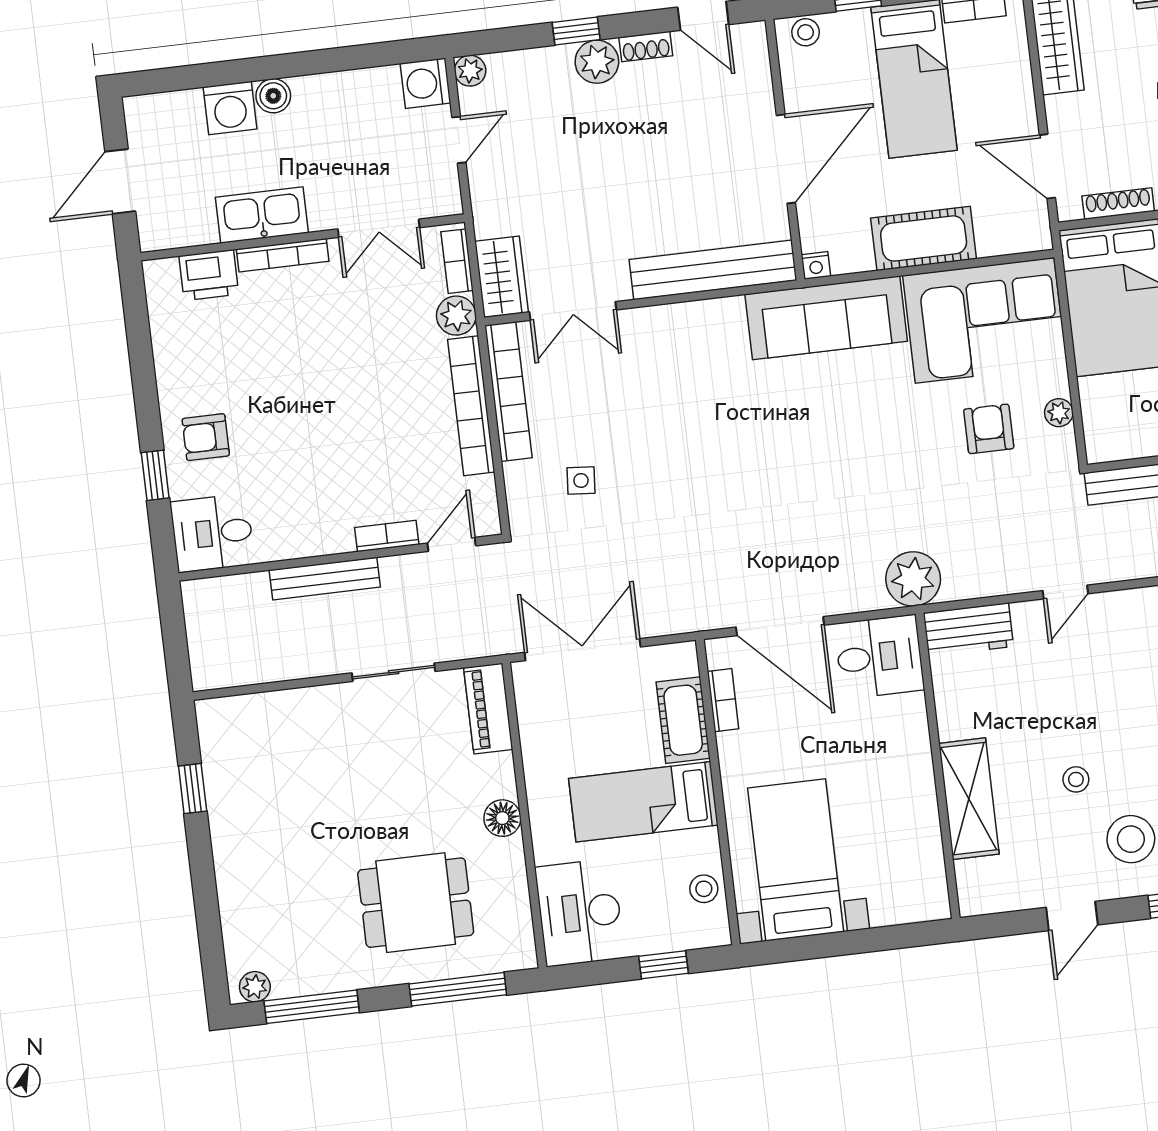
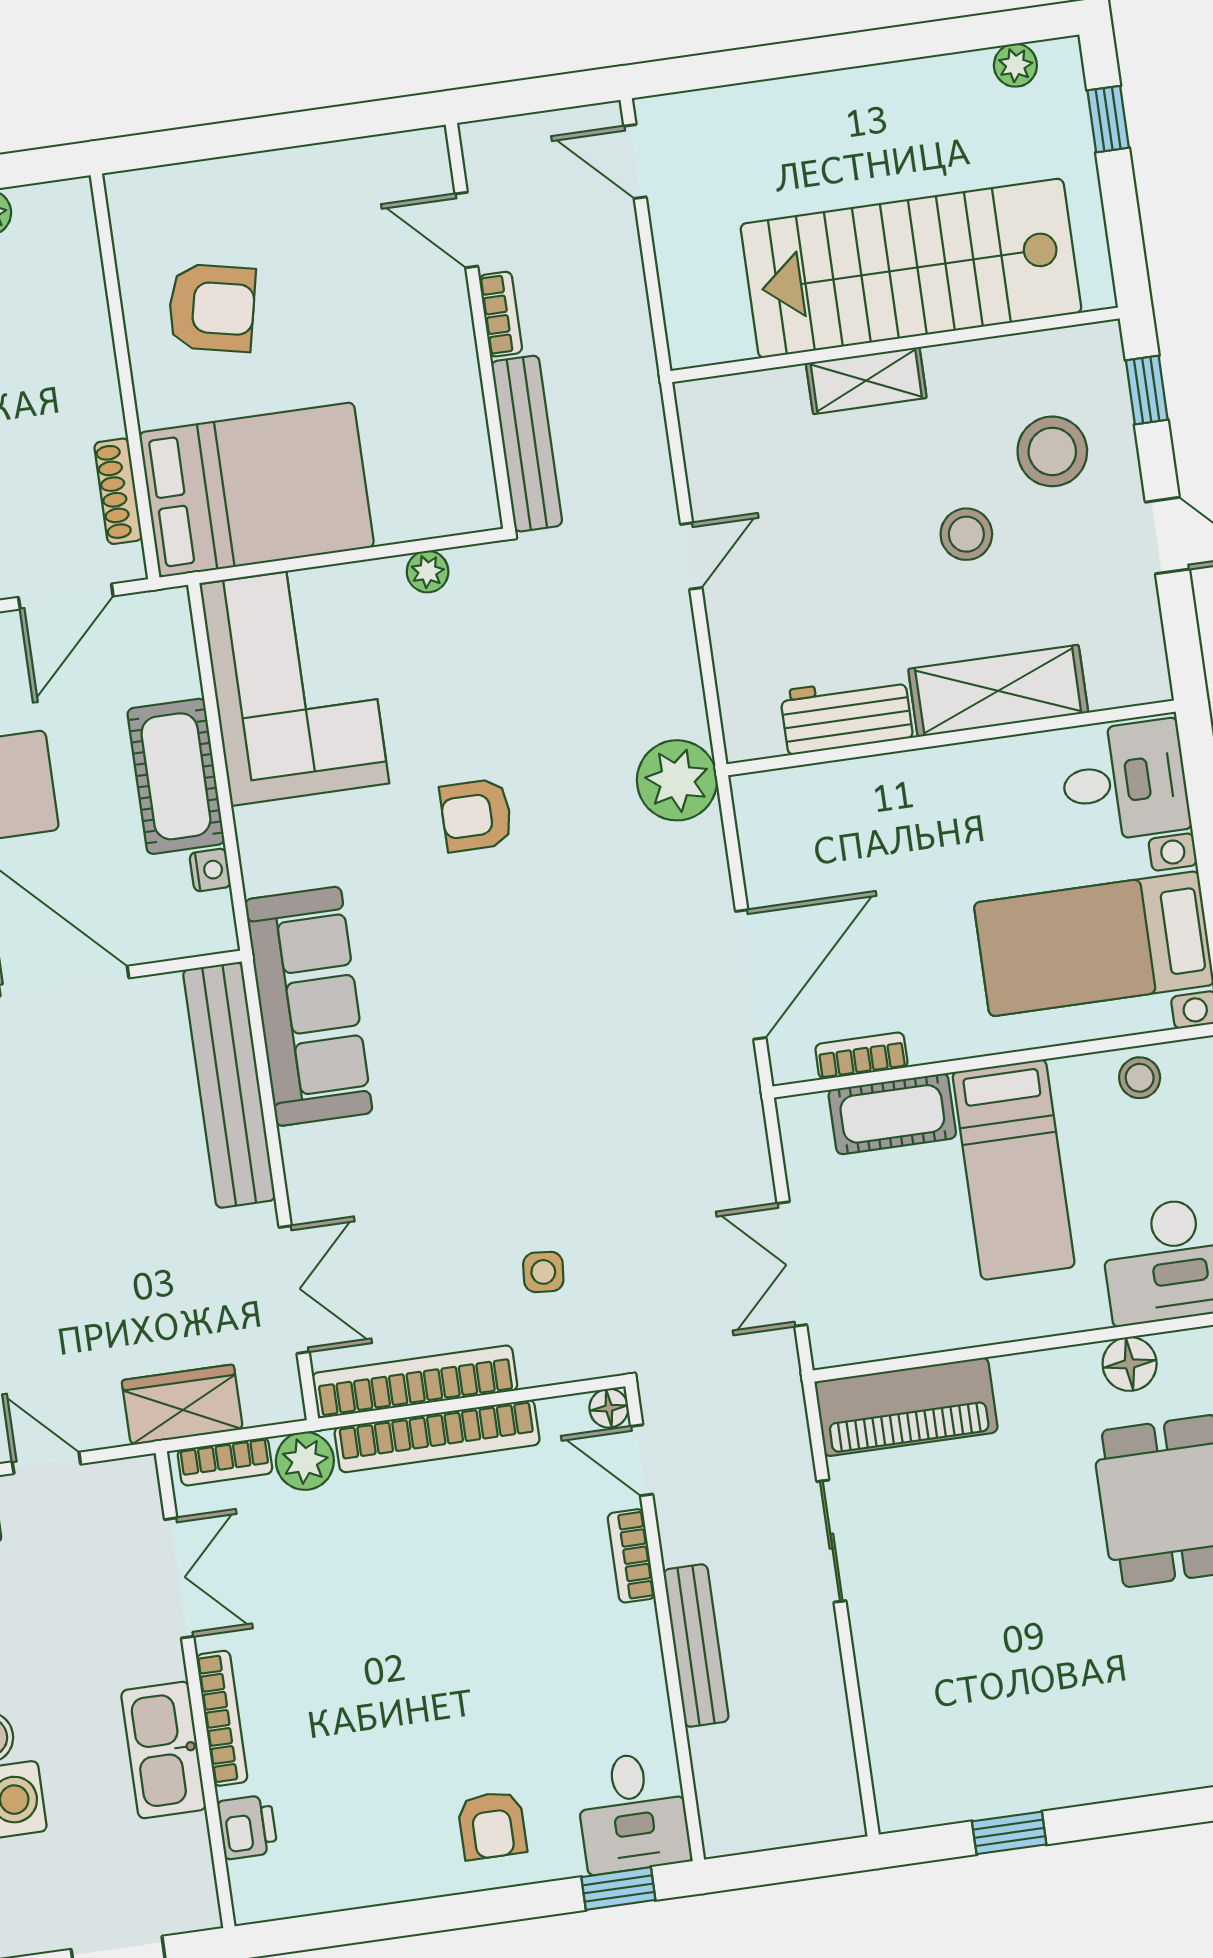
nightstand: (816, 265) -> (210, 870), moved
printer: (209, 275) -> (247, 1827), width x0.73, depth x0.81
wardrobe: (502, 277) -> (182, 1405), moved
sofa: (826, 318) -> (309, 1006), moved
armchair: (989, 429) -> (476, 815), moved
window: (155, 475) -> (618, 1889), moved
floor lamp: (487, 523) -> (609, 1408), added
door: (1065, 592) -> (691, 556), hinge flipped
workbench: (968, 630) -> (846, 714), moved, turned -90
double door: (583, 650) -> (792, 1264), width x0.73
desk: (879, 657) -> (1124, 781), moved, turned 90
piano: (488, 709) -> (906, 1407), width x1.37, depth x1.33
stool: (1076, 779) -> (966, 534), width x1.37, depth x1.37
floor lamp: (502, 818) -> (1130, 1364), moved

